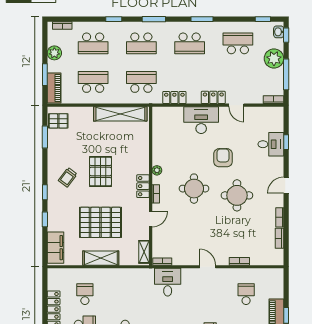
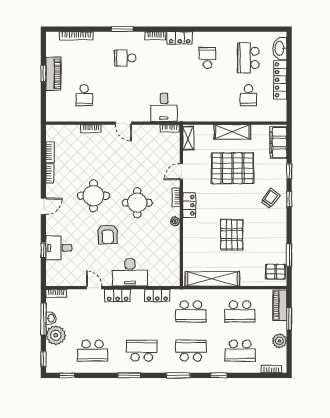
washbasin: (279, 32) -> (51, 318), moved
school desk: (93, 43) -> (240, 351), turned 180
pallet: (100, 172) -> (232, 235), moved
trolley: (68, 177) -> (270, 198), moved

